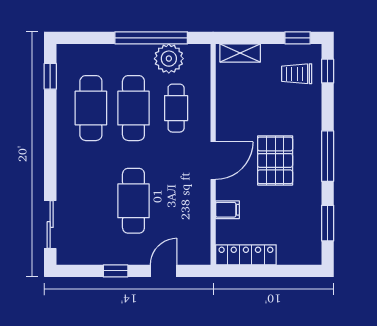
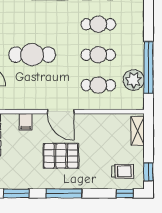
trolley: (297, 74) -> (123, 171), turned 90
cafe table: (91, 108) -> (98, 24), width x0.73, depth x0.74
cafe table: (133, 108) -> (98, 55), width x0.73, depth x0.74

